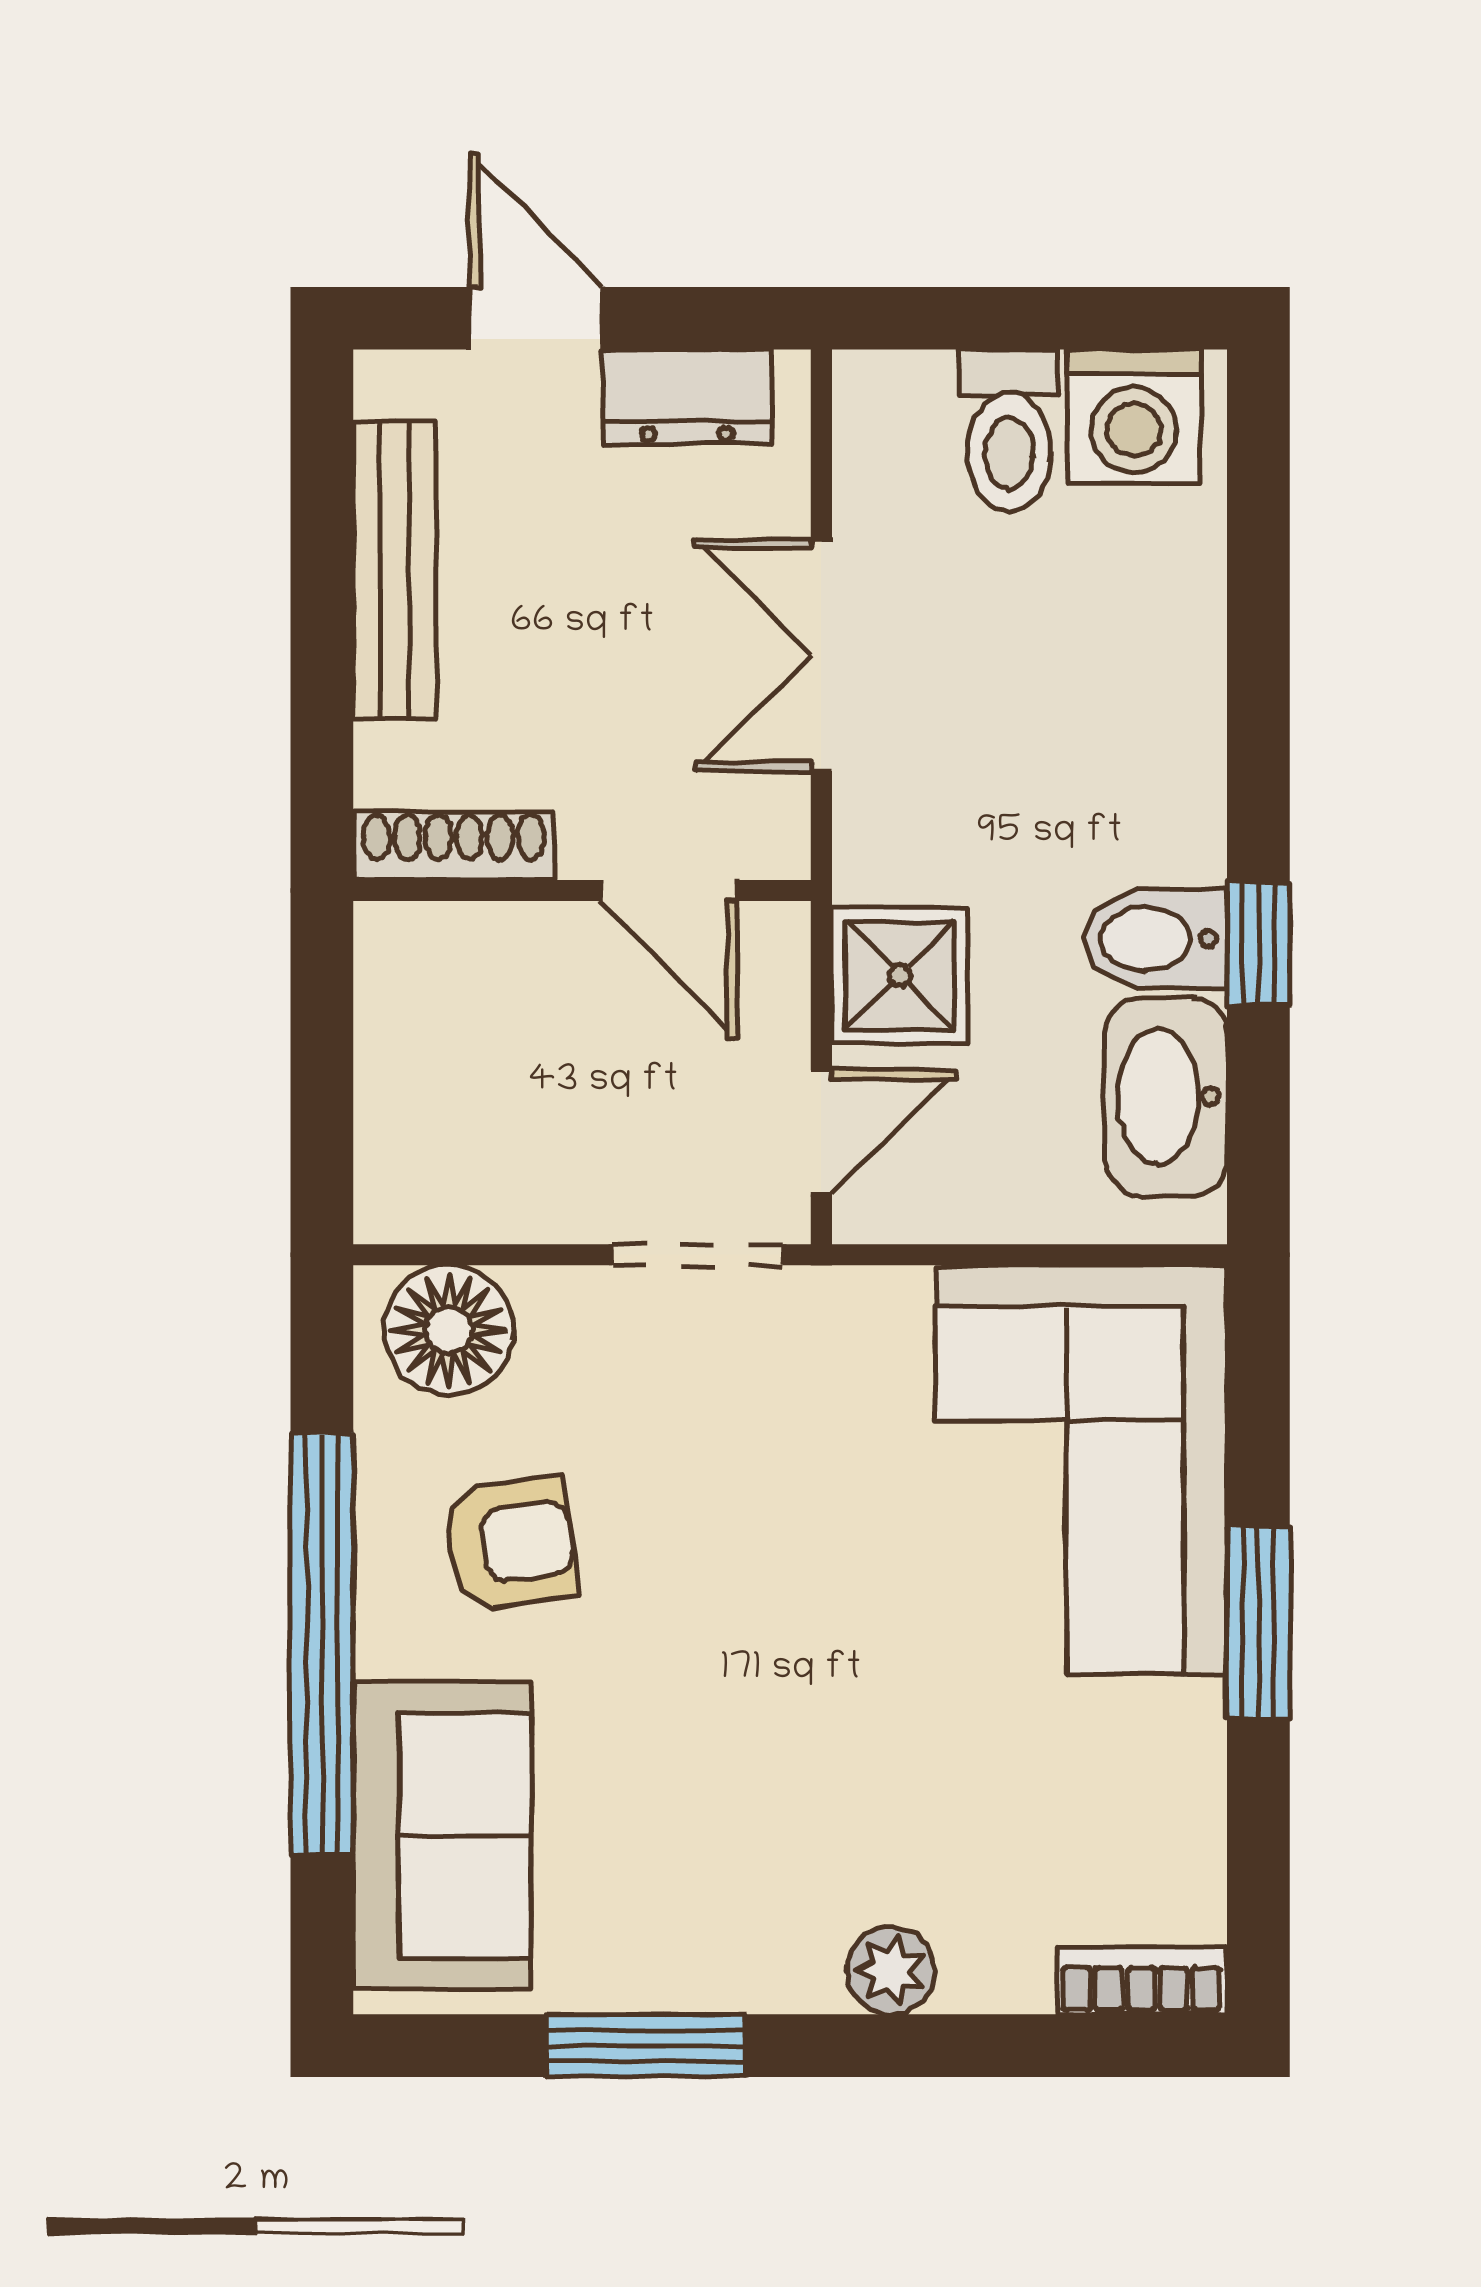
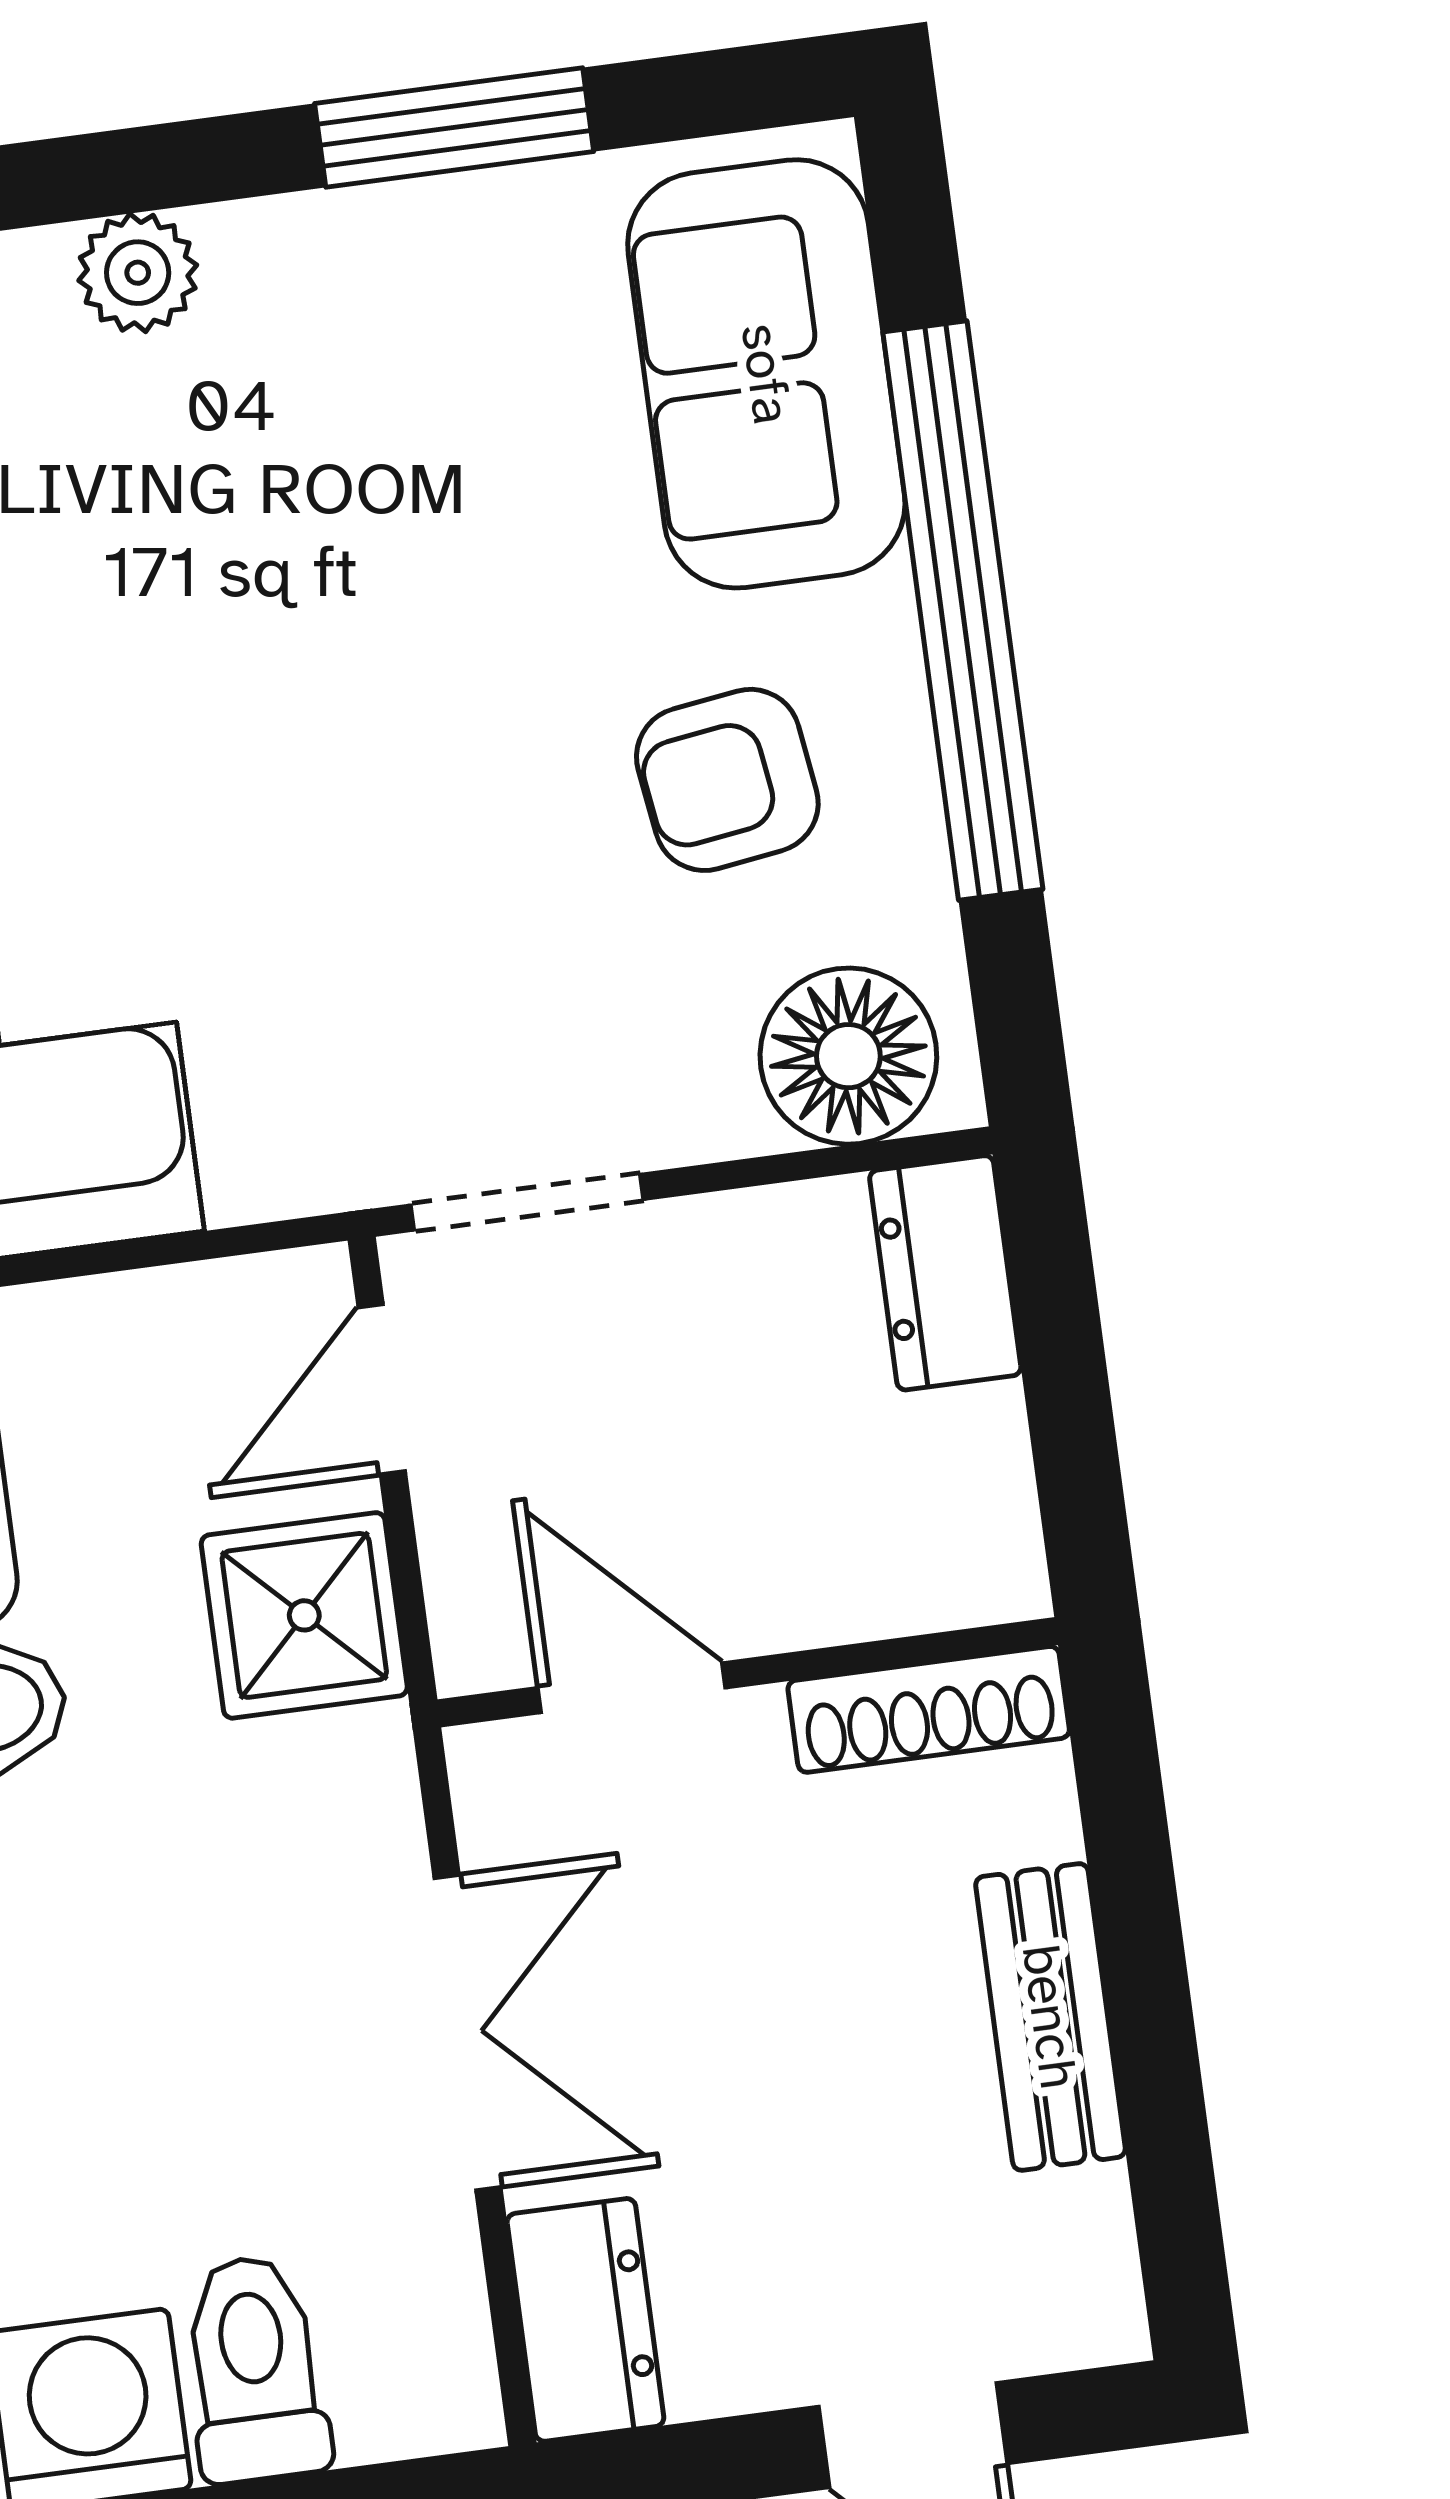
dresser: (687, 397) -> (585, 2320), moved, turned 90
bench: (395, 570) -> (1050, 2017), width x0.73
dresser: (399, 1163) -> (945, 1273), added

